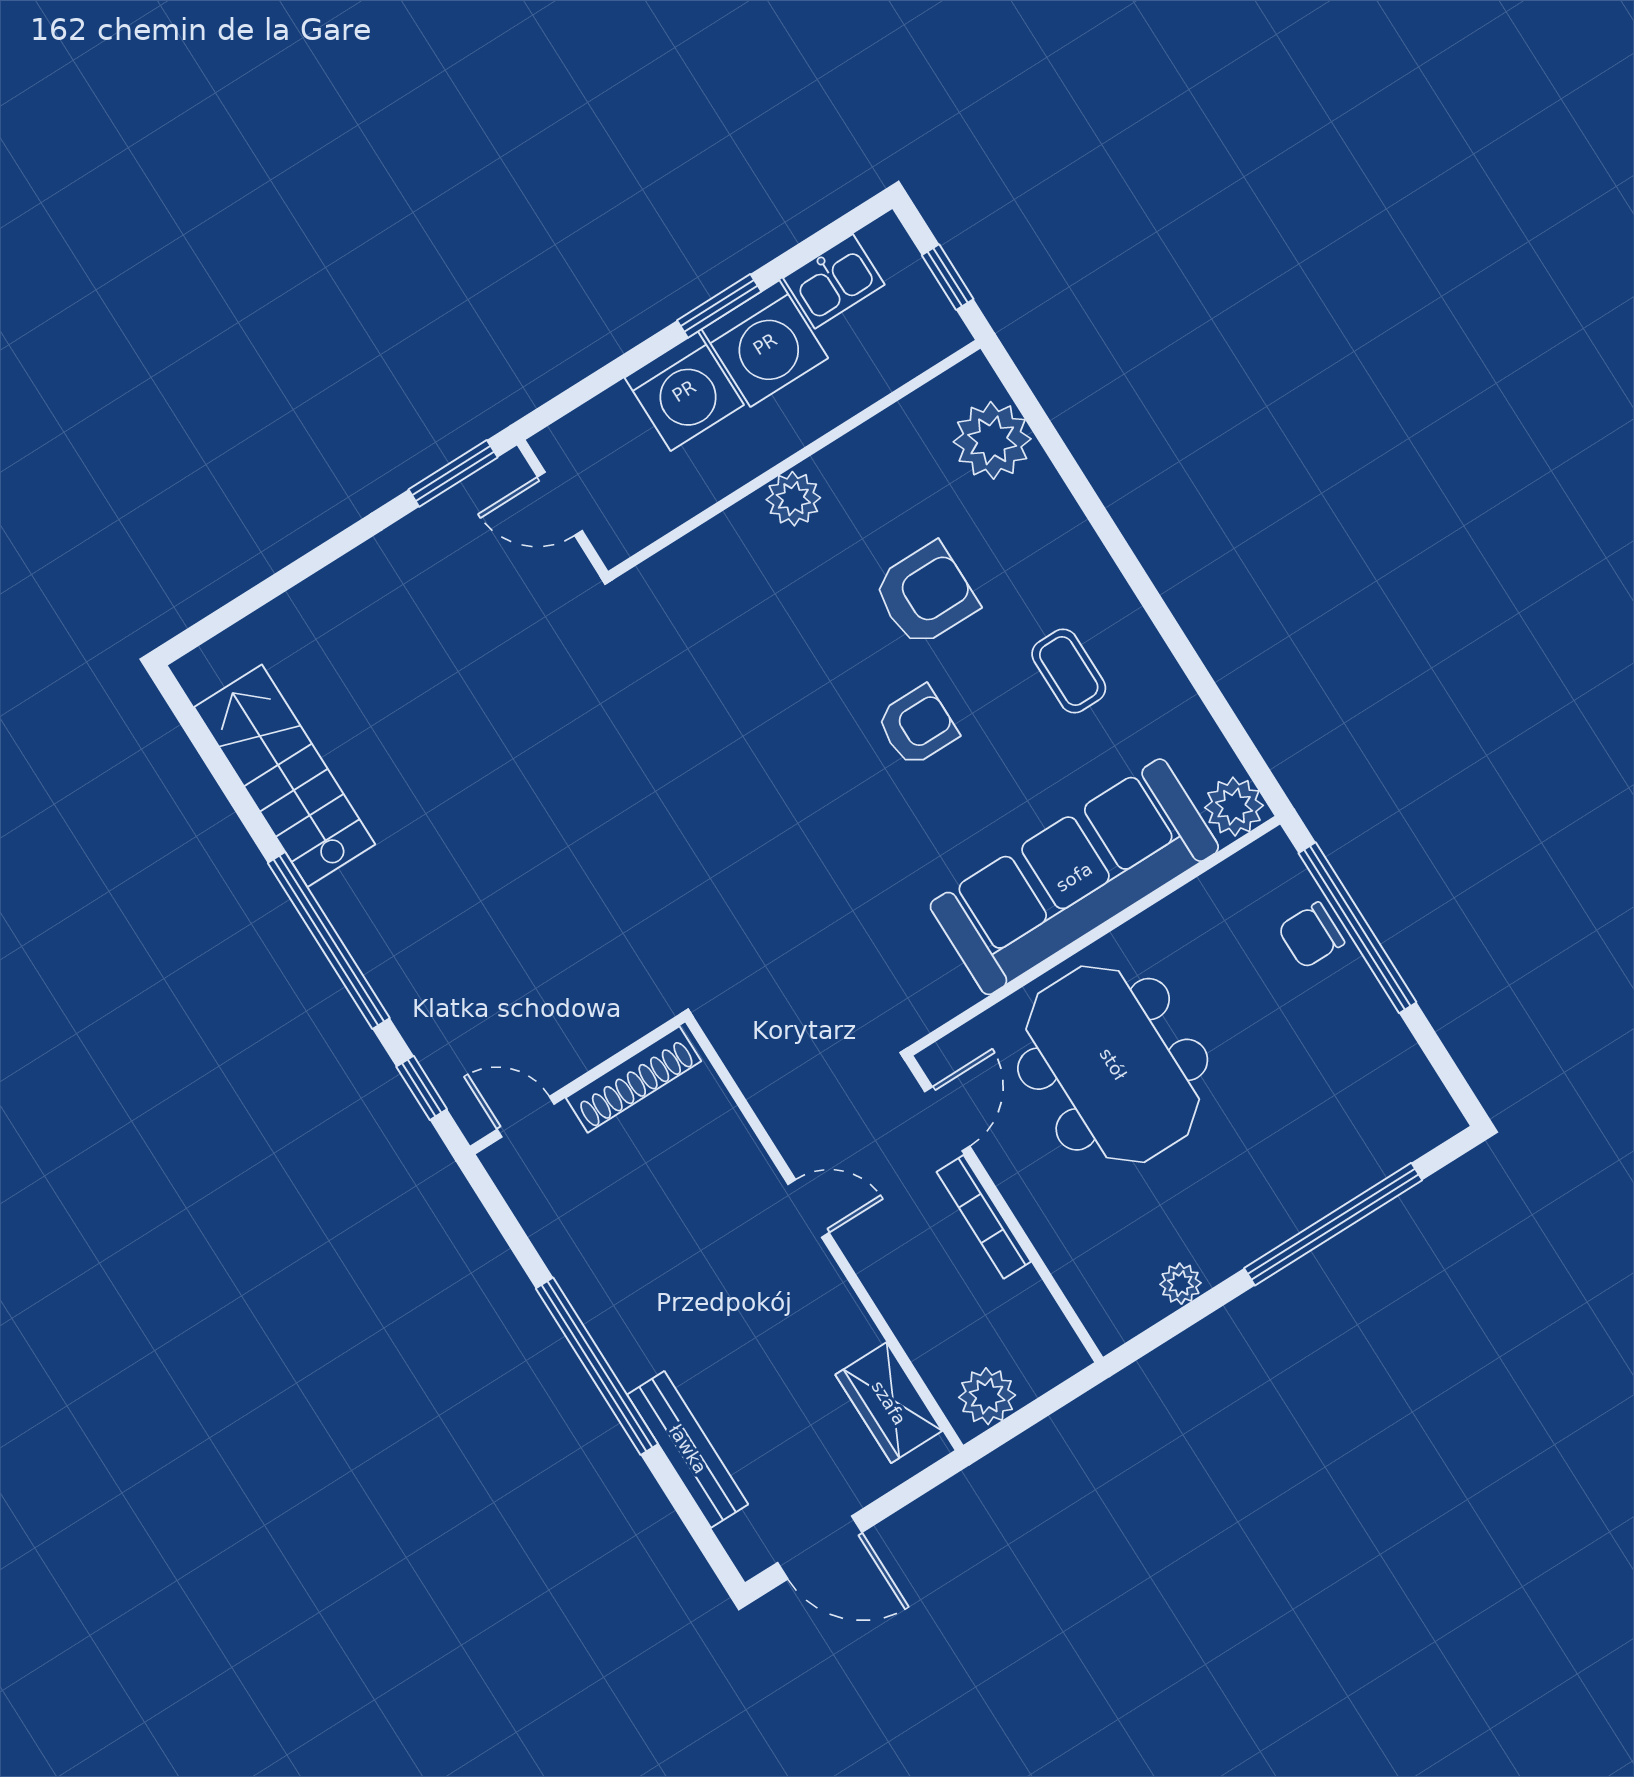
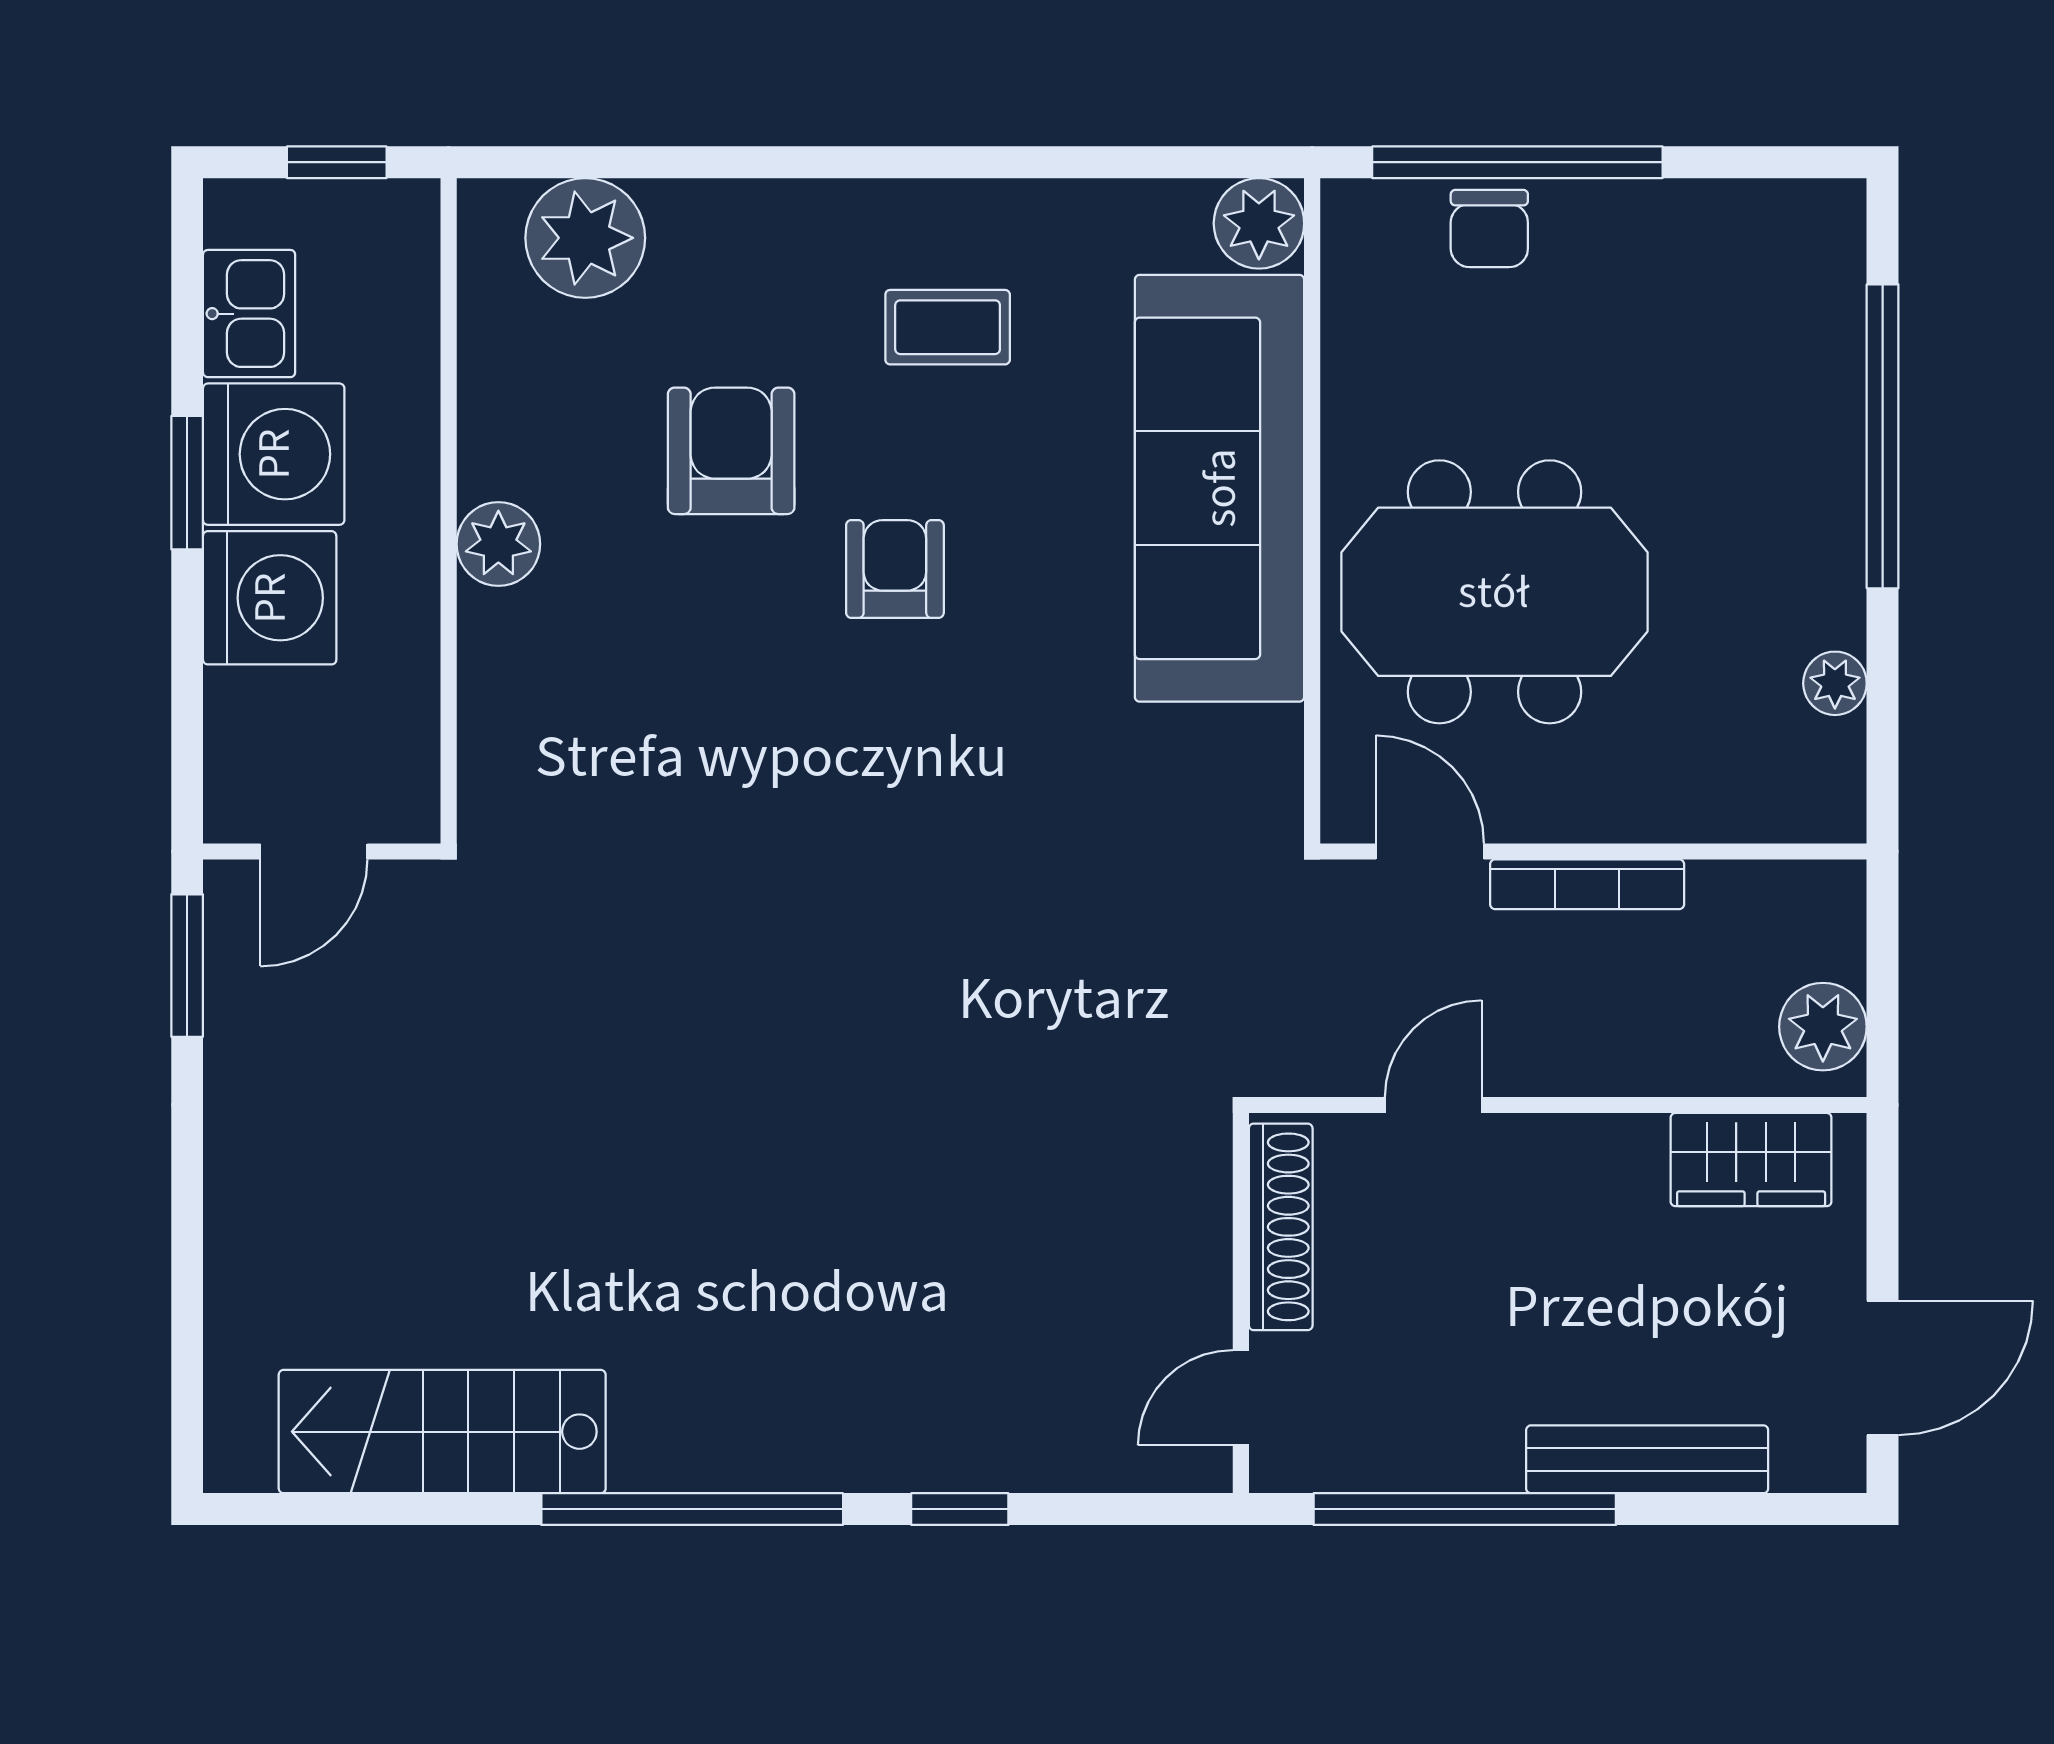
shoe rack: (634, 1079) -> (1281, 1227), moved
wall: (578, 1084) -> (1241, 1303), moved
door: (526, 1117) -> (1241, 1398), moved

